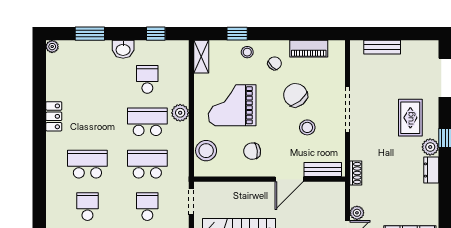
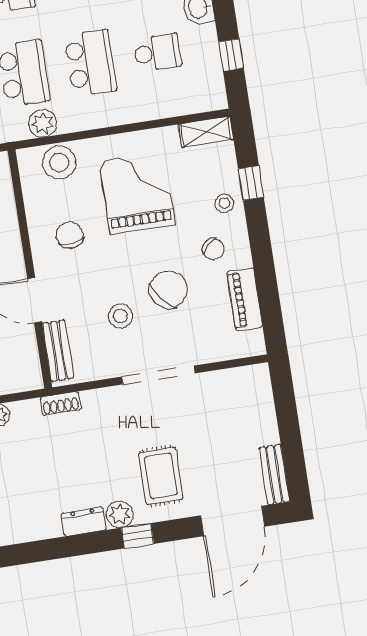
bench: (382, 47) -> (274, 475), moved
plant: (180, 113) -> (43, 123), moved
rug: (410, 118) -> (161, 476), turned 90

